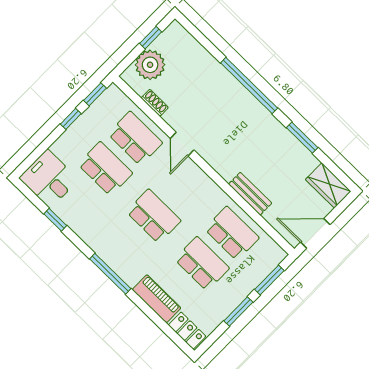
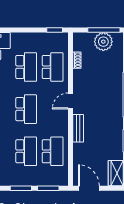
window: (151, 38) -> (104, 30), width x2.17
plant: (150, 65) -> (103, 42), moved
window: (71, 119) -> (33, 30), removed
door: (182, 144) -> (70, 101), moved
bench: (250, 194) -> (78, 128), moved

